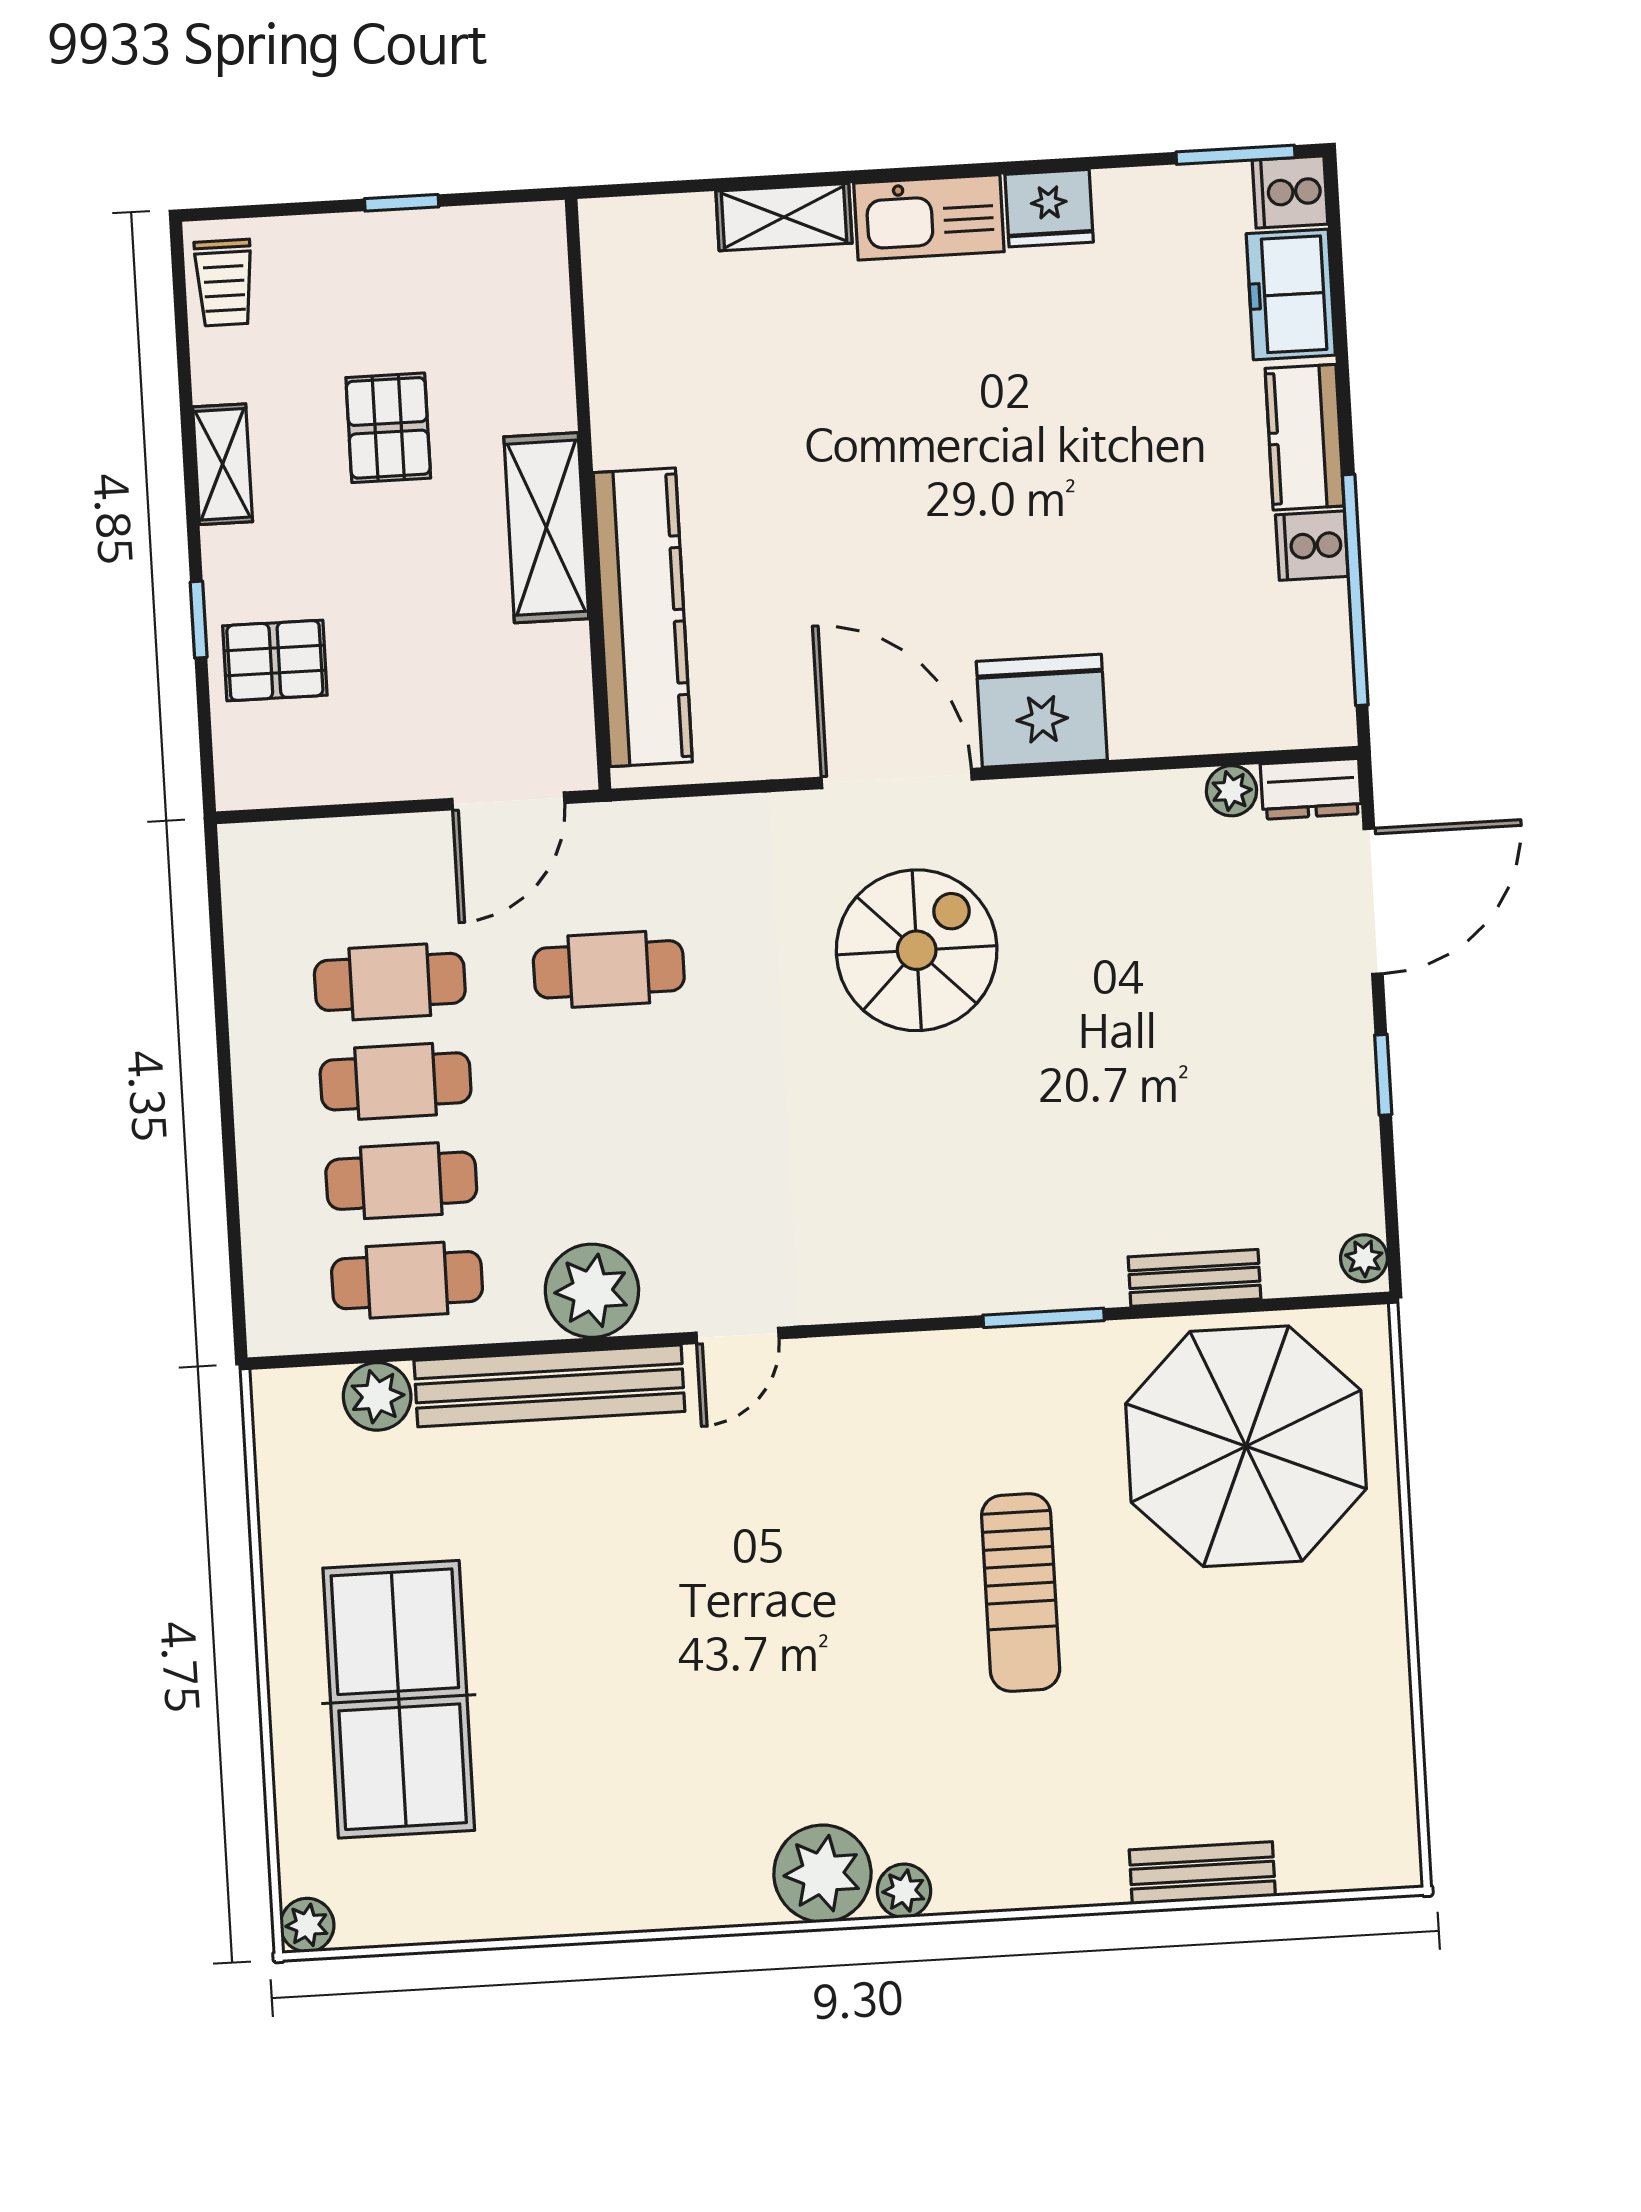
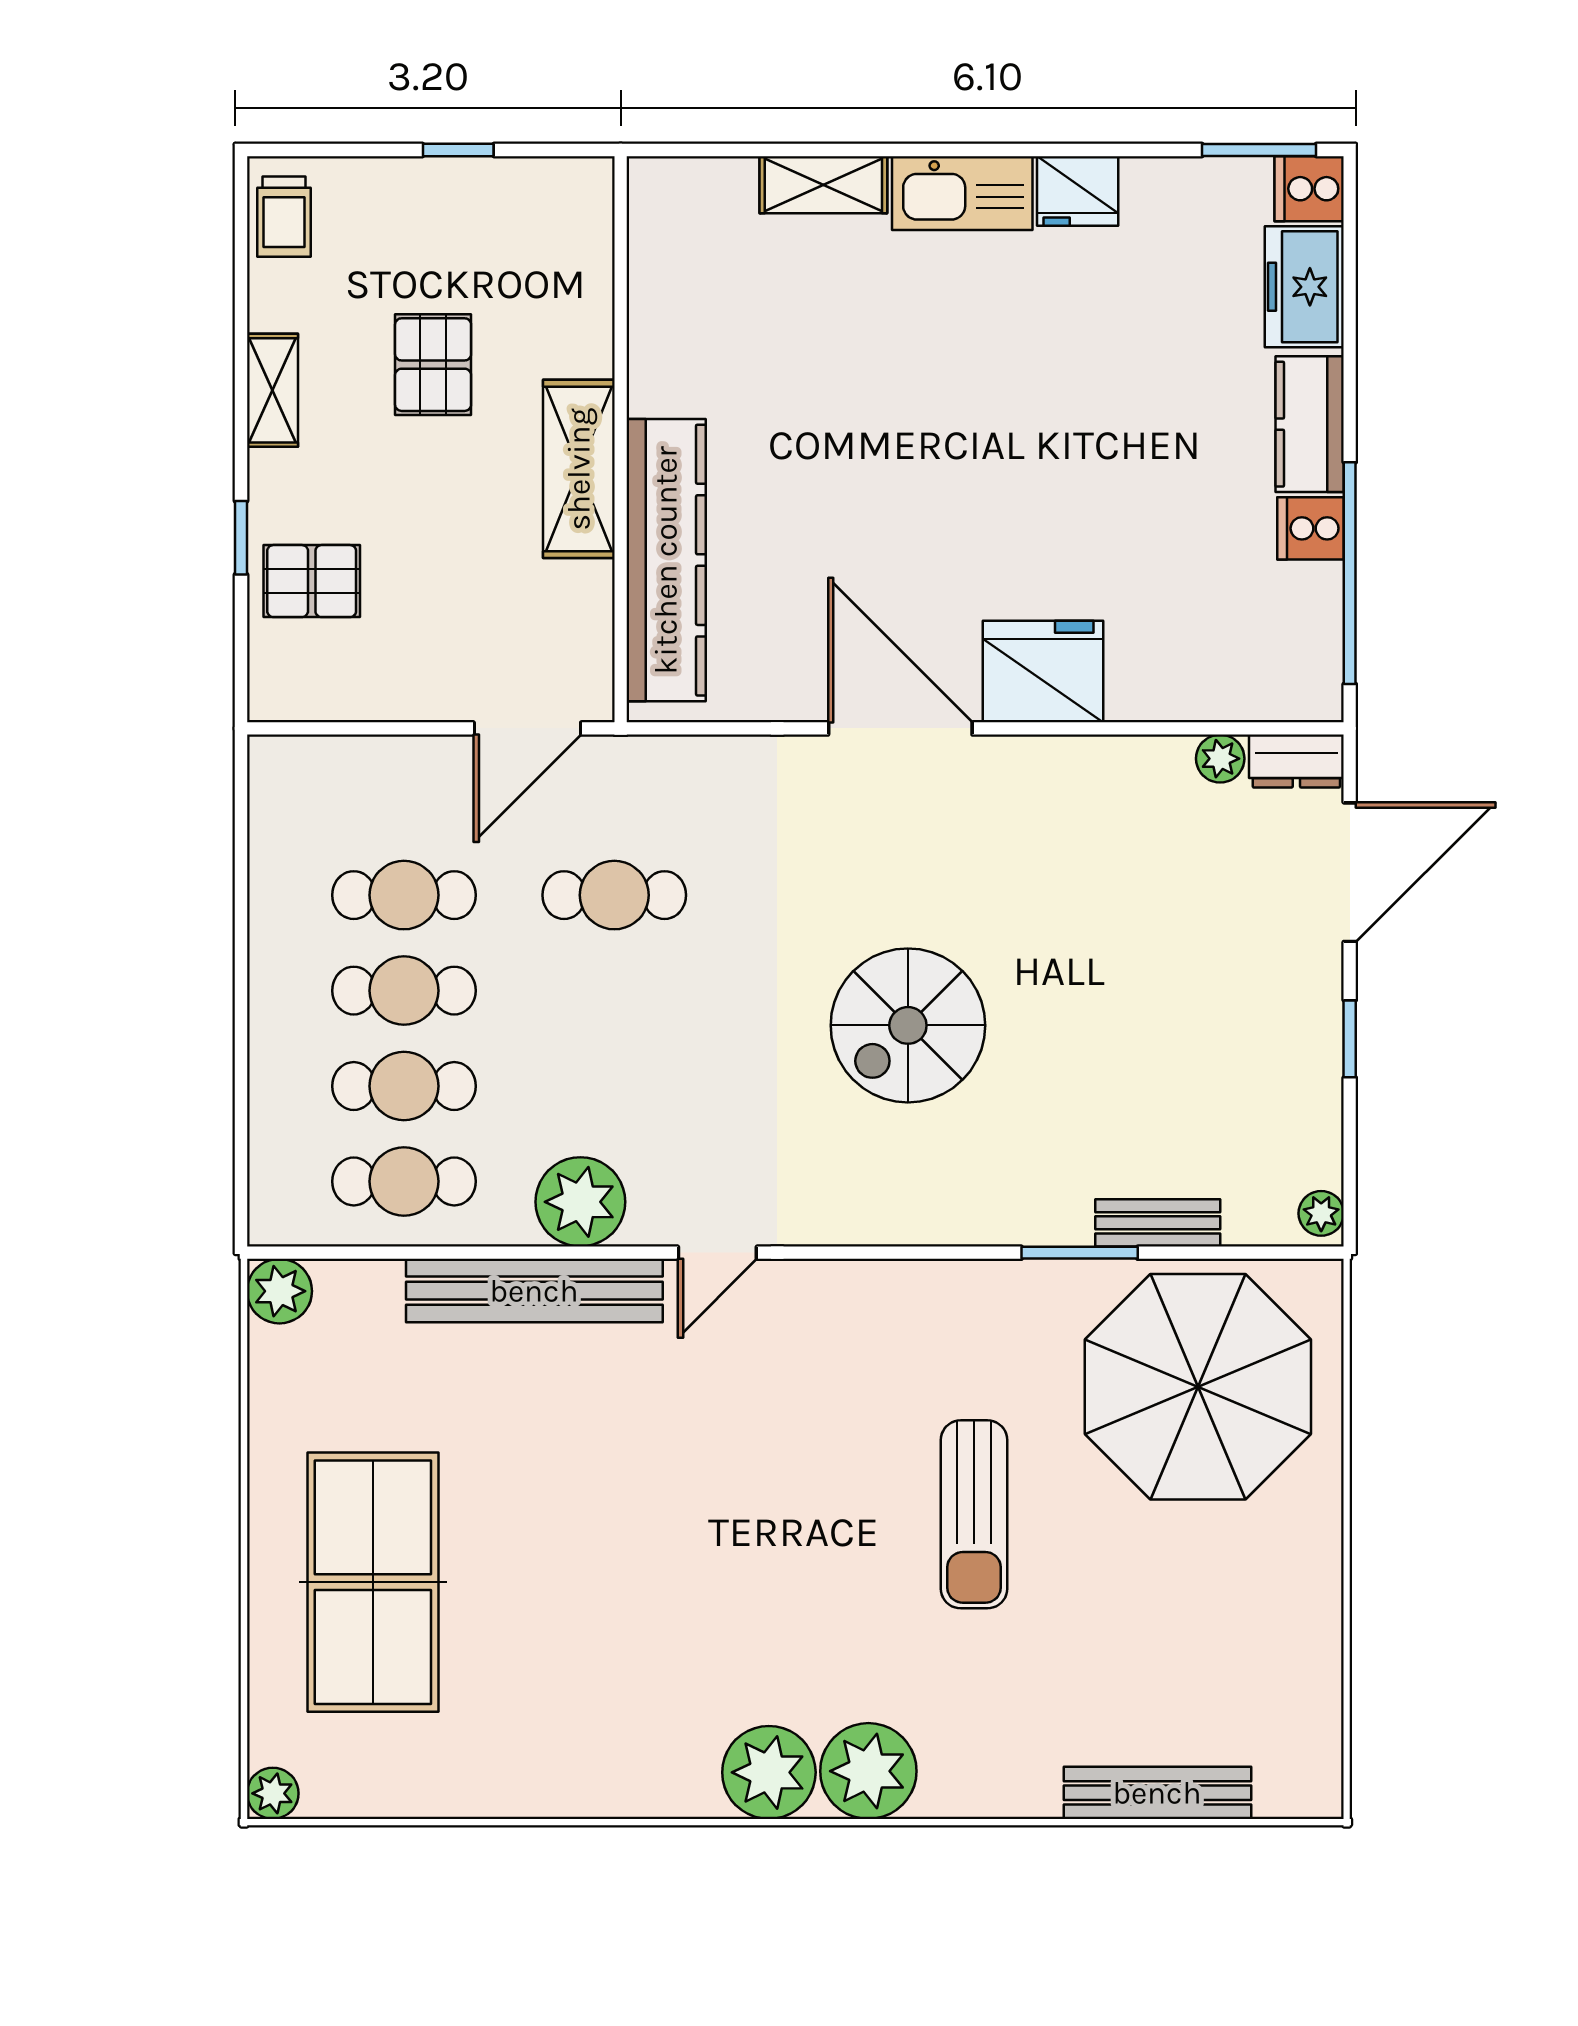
spiral stairs: (917, 950) -> (908, 1025), moved, turned 180
window: (1044, 1318) -> (1080, 1253), moved
plant: (377, 1396) -> (279, 1291), moved
bench: (1202, 1873) -> (1157, 1793), width x1.36
plant: (904, 1891) -> (868, 1771), width x1.88, depth x1.88

